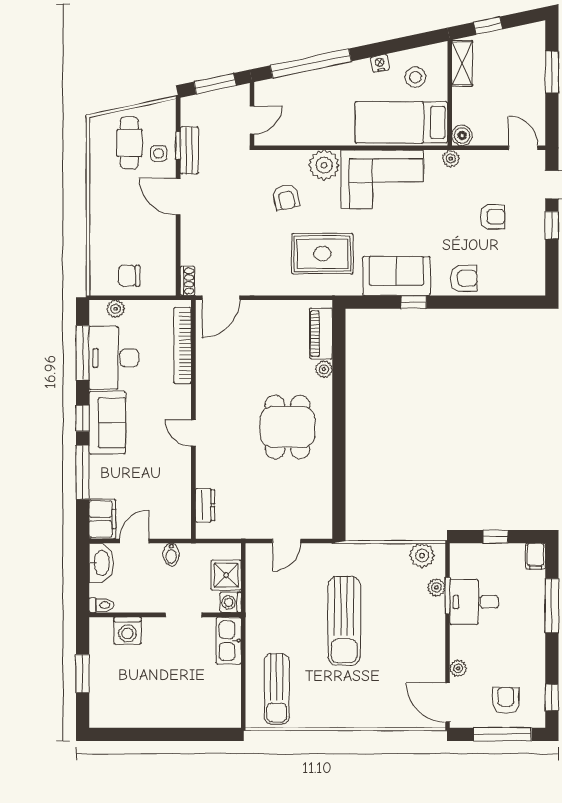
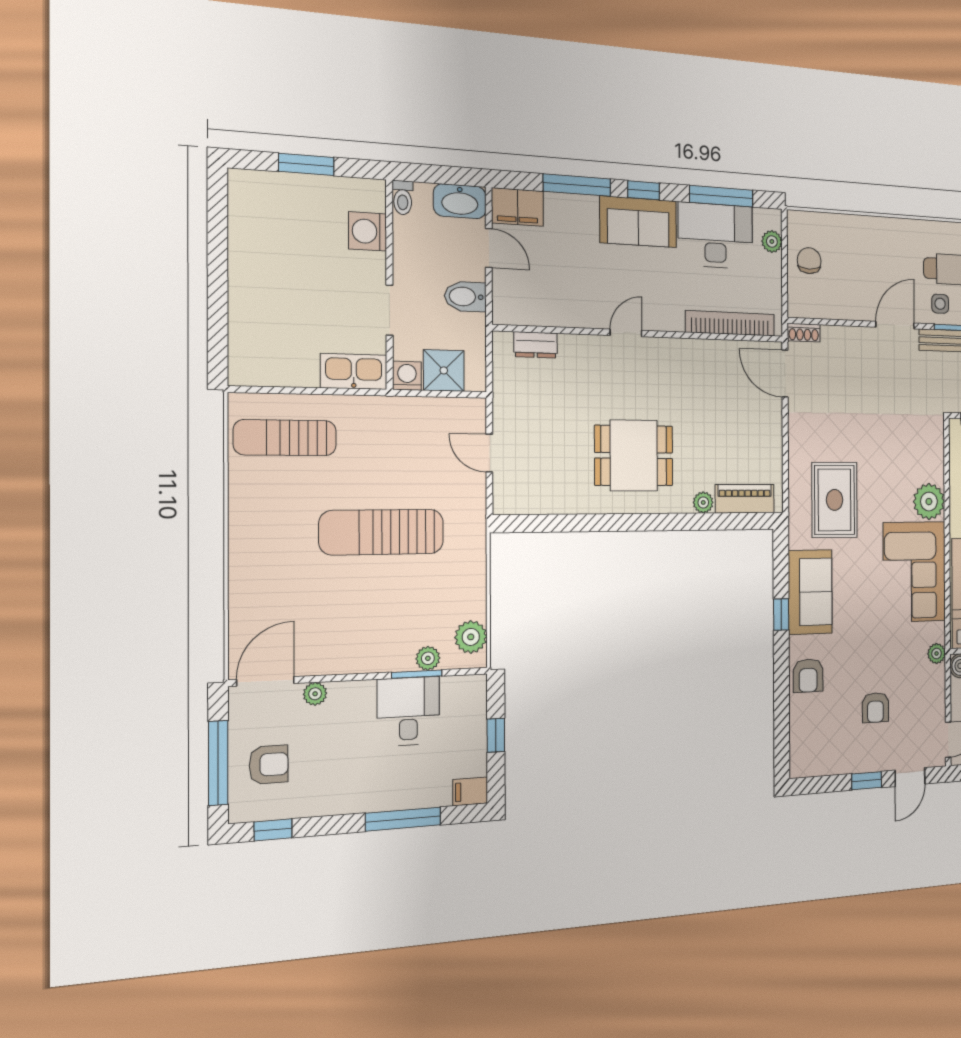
armchair: (286, 197) -> (895, 456), removed
bidet: (171, 555) -> (465, 297), width x1.38, depth x1.36

